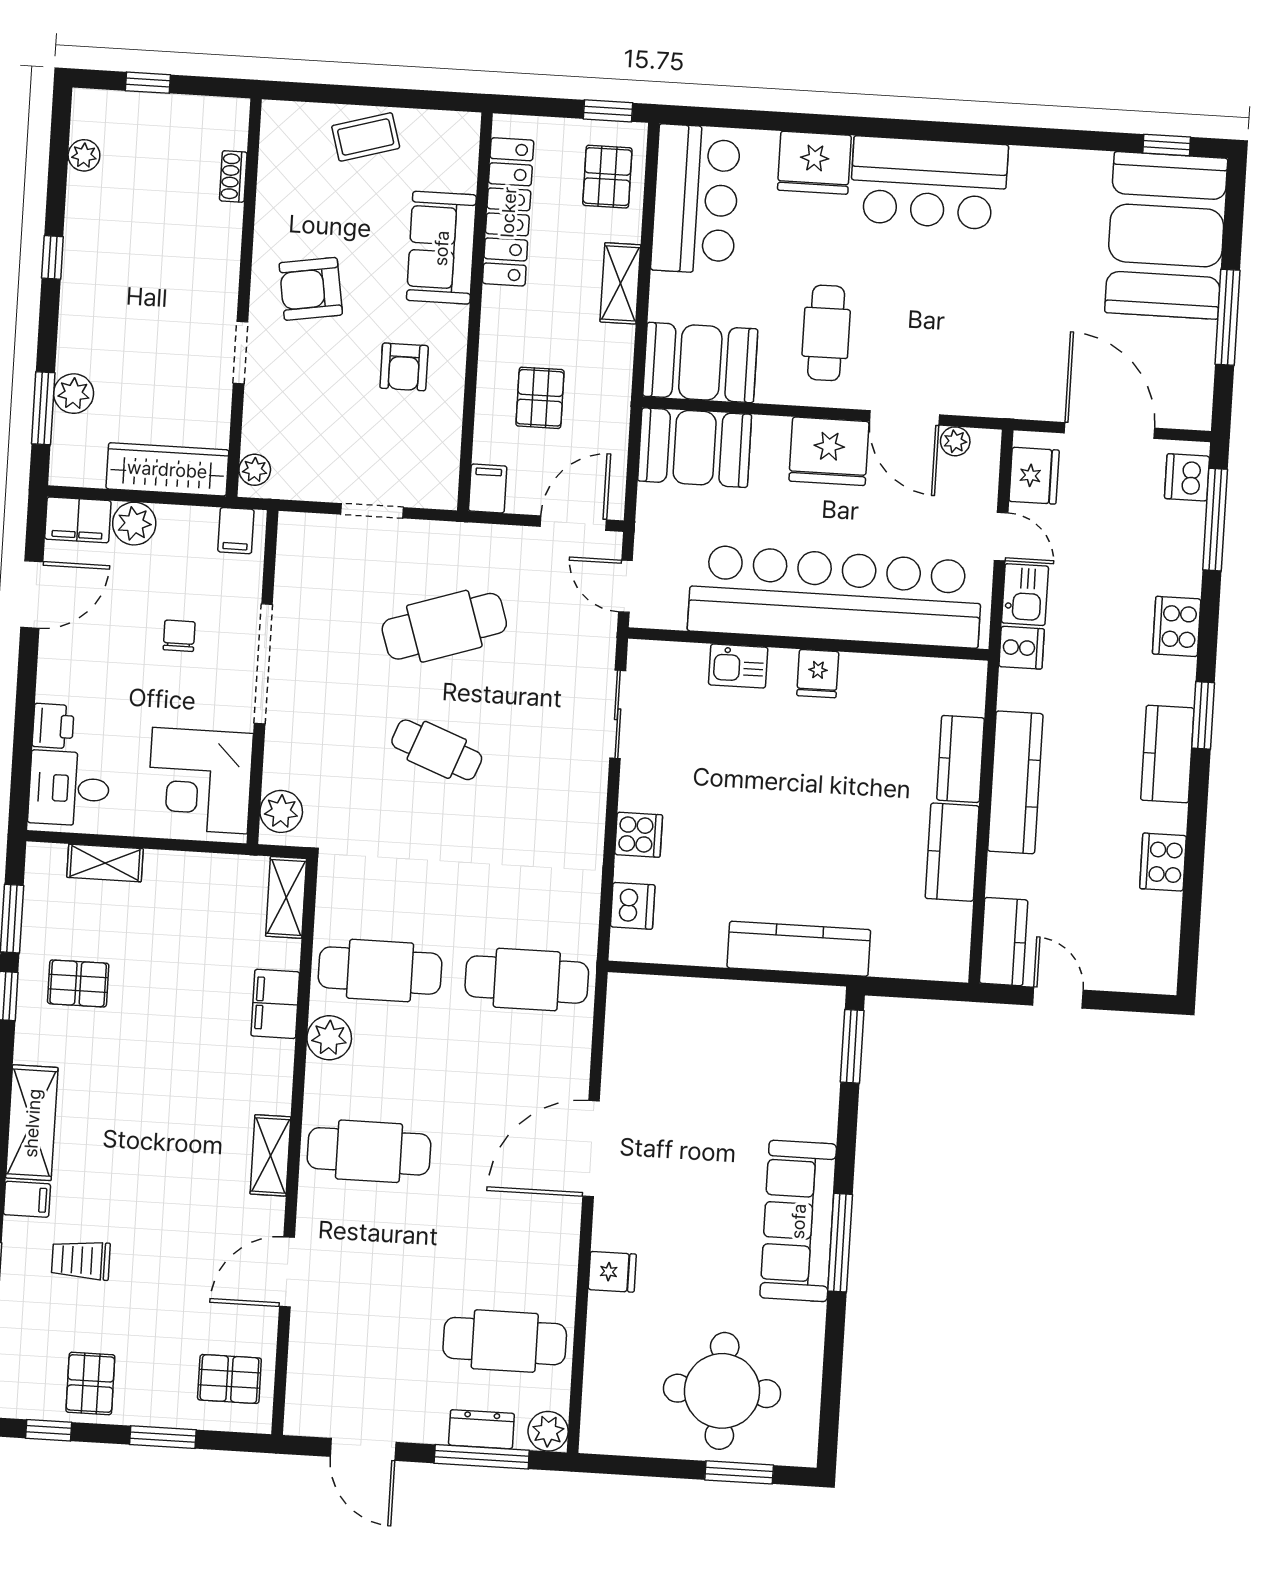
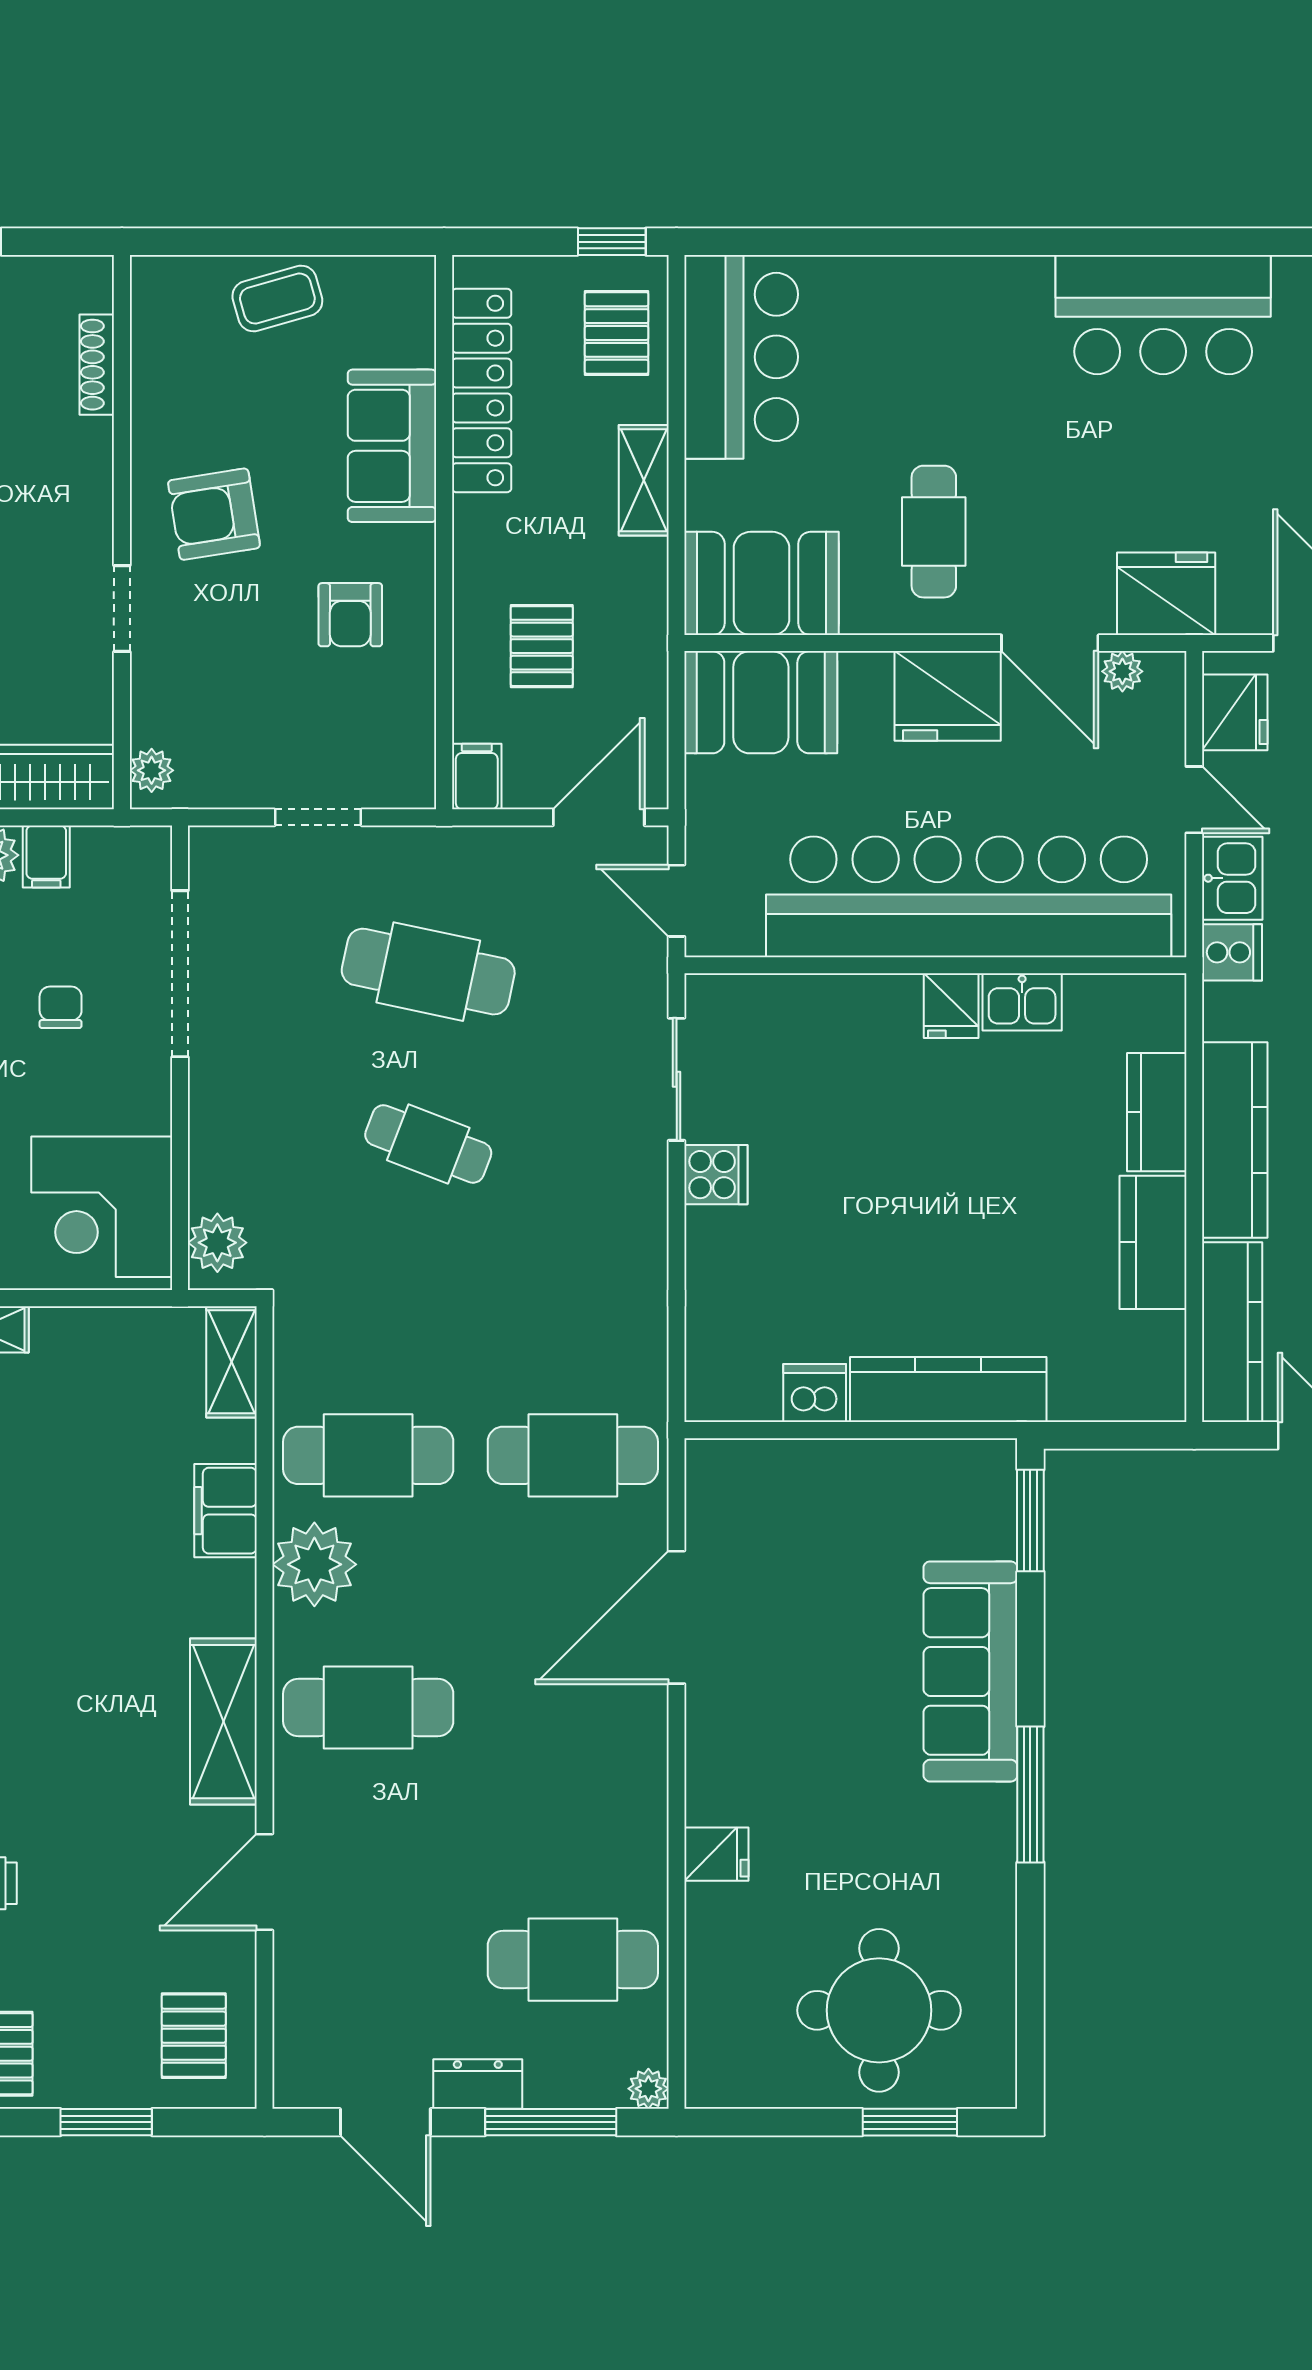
fridge: (814, 163) -> (1166, 594), moved, turned 180
shoe rack: (233, 176) -> (97, 365), width x1.43
bar counter: (929, 183) -> (1163, 315), moved
filing cabinet: (236, 531) -> (46, 856), moved
cafe table: (444, 626) -> (428, 972), turned 30
doorway: (263, 664) -> (180, 974), moved
kitchen sink: (738, 666) -> (1022, 1002), moved
cooker: (639, 835) -> (716, 1175), moved
dishwasher: (633, 906) -> (815, 1393), moved, turned -90
kitchen counter: (1004, 942) -> (1232, 1332), width x1.50
plant: (329, 1038) -> (314, 1564), width x1.36, depth x1.36
door: (591, 1149) -> (677, 1617), moved
shelving: (270, 1155) -> (223, 1722), width x1.50, depth x1.33
sofa: (798, 1221) -> (970, 1671), moved
pallet: (229, 1379) -> (194, 2036), turned 90
dresser: (481, 1429) -> (478, 2084), moved
plant: (548, 1431) -> (648, 2089), width x0.73, depth x0.73

